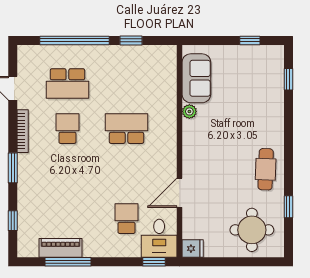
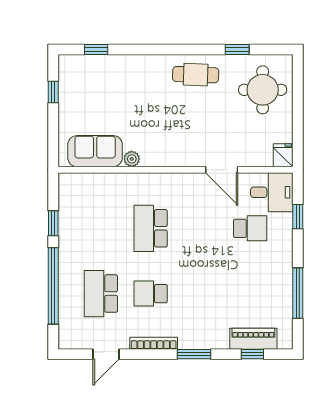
school desk: (67, 84) -> (101, 294), turned 180
school desk: (127, 219) -> (250, 228), turned 180
piano: (61, 248) -> (253, 339), moved, turned 90
window: (154, 262) -> (298, 217), moved

